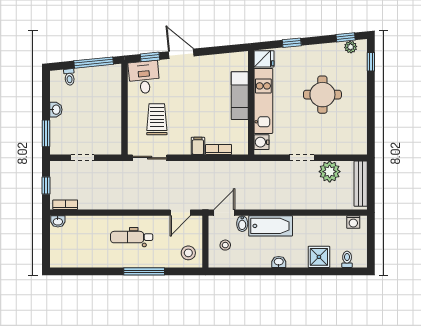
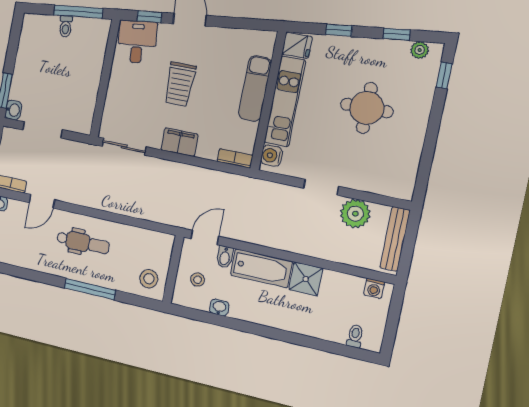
window: (346, 37) -> (397, 34), moved
toilet: (69, 77) -> (66, 26), moved
washbasin: (56, 110) -> (13, 110), moved
trolley: (157, 119) -> (180, 84), moved, turned 180
filing cabinet: (198, 146) -> (179, 142), width x2.00
bookcase: (219, 150) -> (235, 158), moved
doorway: (83, 158) -> (43, 130), width x1.38
door: (180, 213) -> (42, 201), moved
dental chair: (132, 237) -> (83, 243), turned 180
shower: (319, 257) -> (306, 279), moved
washbasin: (279, 262) -> (219, 307), moved

